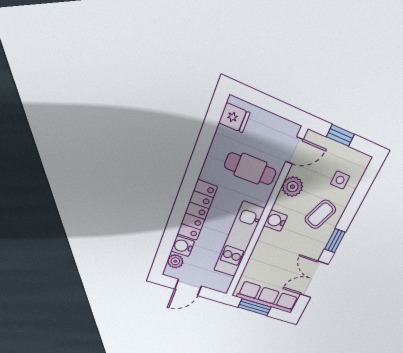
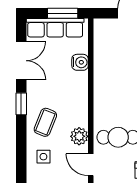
door: (294, 150) -> (91, 165), hinge flipped
water cooler: (276, 221) -> (80, 62), moved
kitchen unit: (239, 240) -> (103, 74), removed

